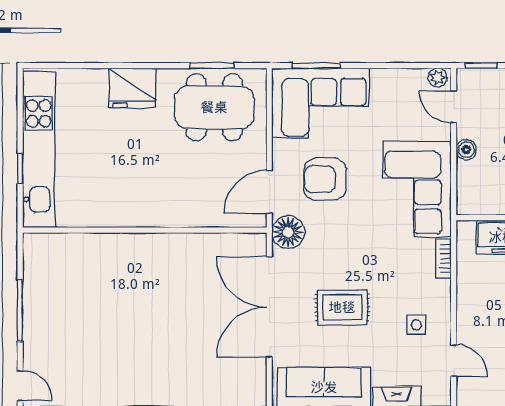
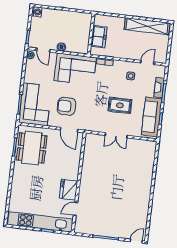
fridge: (132, 88) -> (68, 190), moved, turned 180
door: (454, 107) -> (43, 50), hinge flipped
armchair: (325, 179) -> (67, 106), turned 90
door: (80, 230) -> (75, 209), added
floor lamp: (288, 232) -> (86, 124), removed
double door: (269, 307) -> (116, 135), width x0.54
rug: (342, 307) -> (120, 105), turned 90

